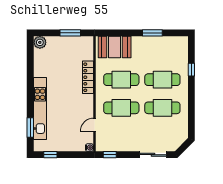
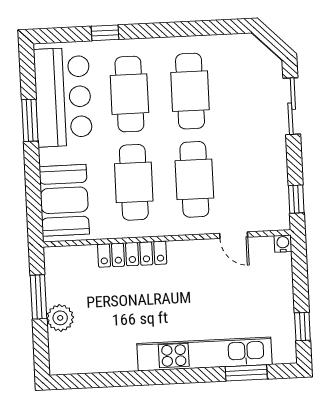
plant: (40, 42) -> (60, 318), moved
bar counter: (163, 49) -> (63, 97), added

